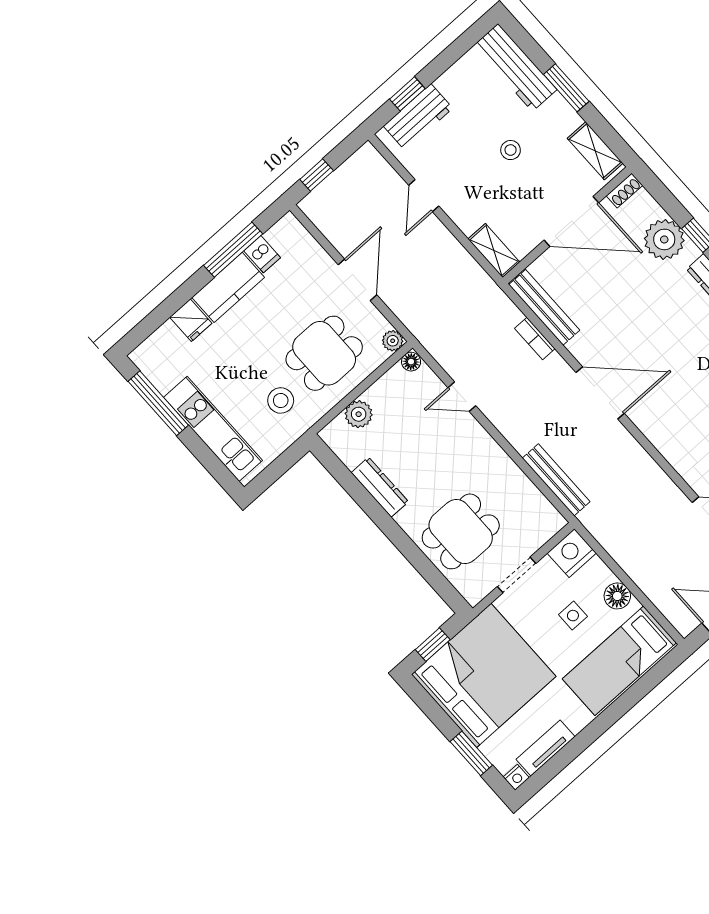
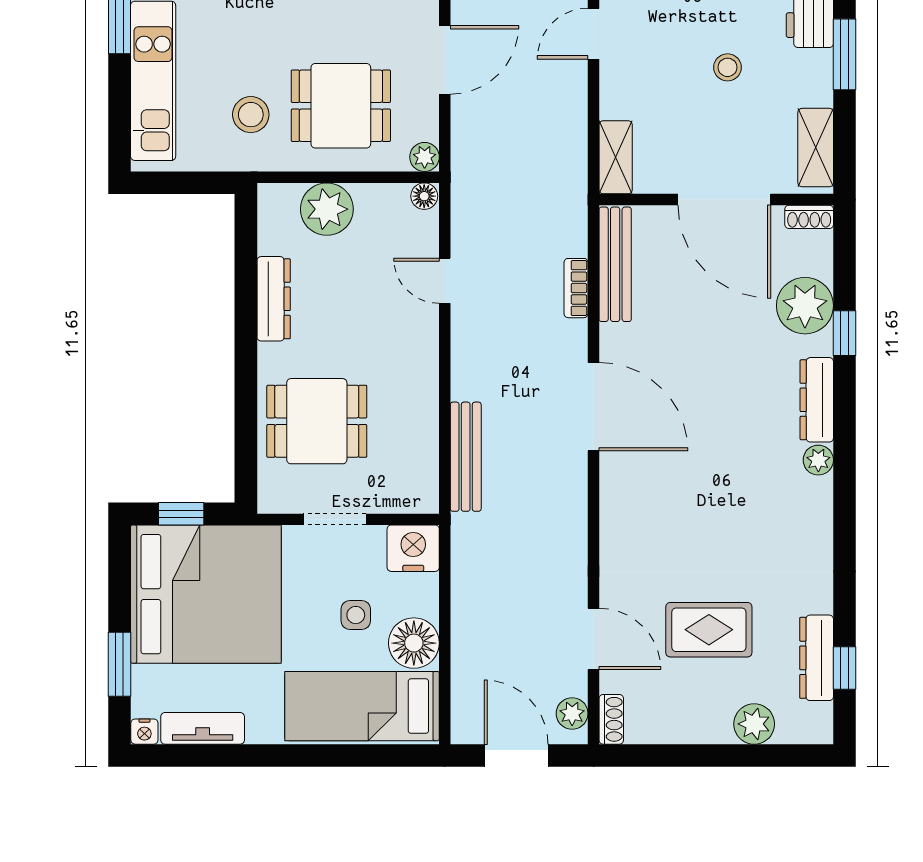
plant: (359, 414) -> (327, 209), width x1.36, depth x1.36
floor lamp: (617, 596) -> (414, 643), width x1.38, depth x1.38

